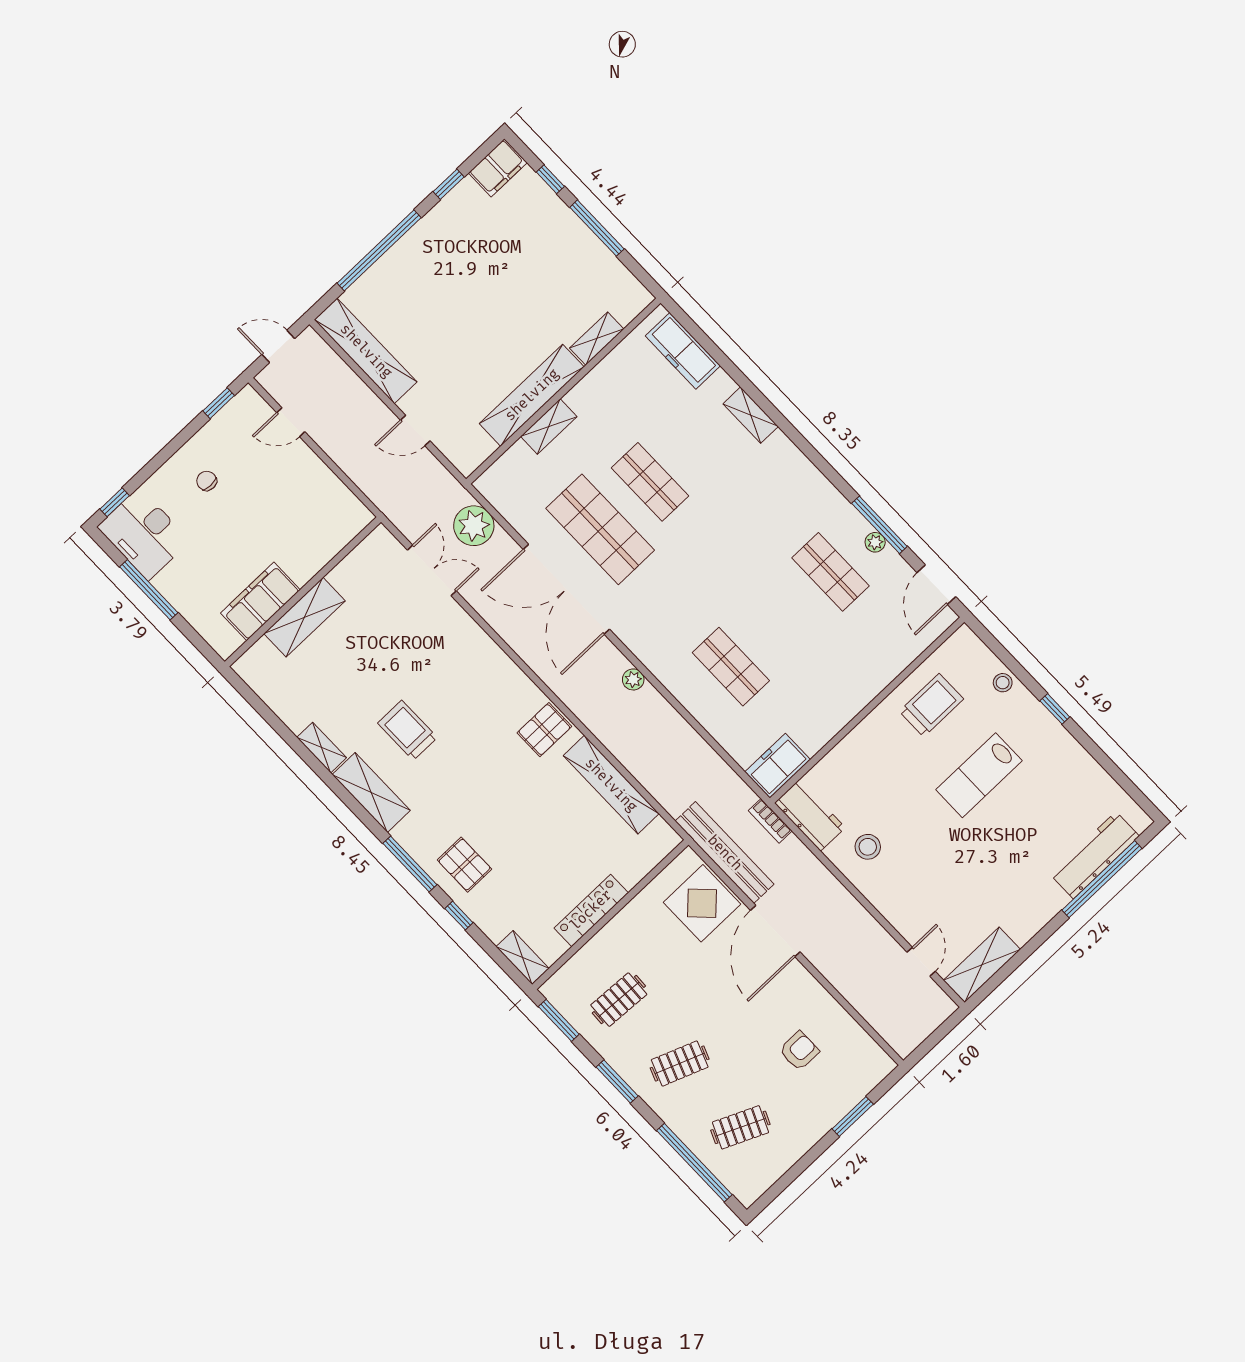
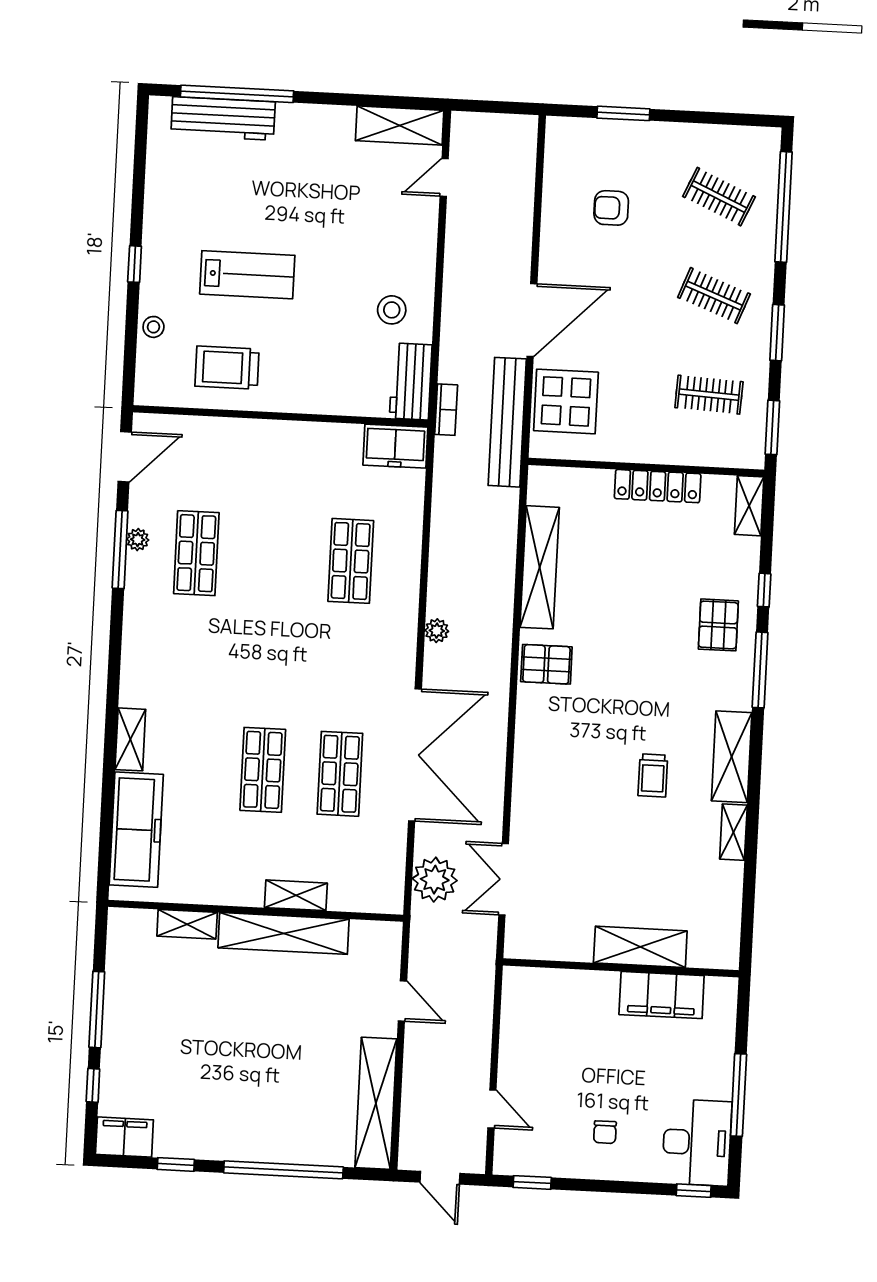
freezer: (683, 351) -> (136, 830), width x1.36, depth x1.26
shop shelf: (600, 529) -> (340, 774), width x0.70, depth x0.74
trolley: (407, 730) -> (653, 775), width x0.73, depth x0.72

